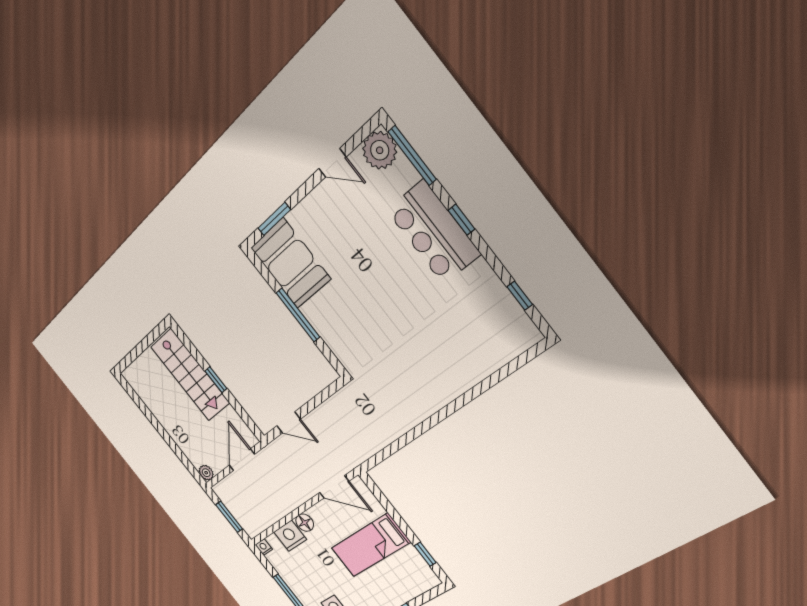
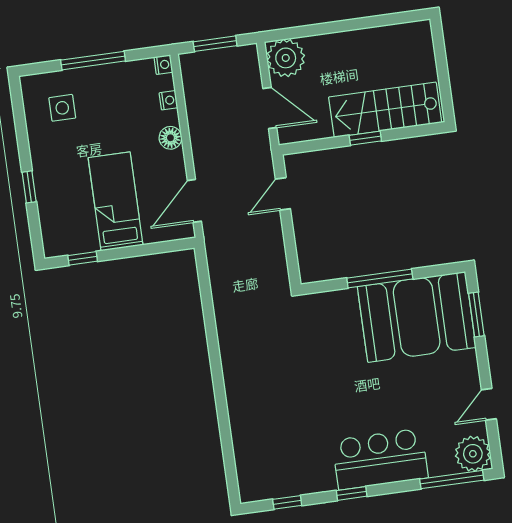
window: (461, 220) -> (352, 493), moved
booth: (291, 263) -> (417, 317), width x1.36, depth x1.42
plant: (206, 473) -> (286, 58), width x1.87, depth x1.87
nightstand: (290, 536) -> (168, 100), width x0.53, depth x0.56

